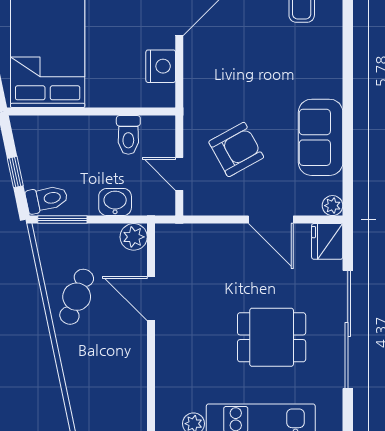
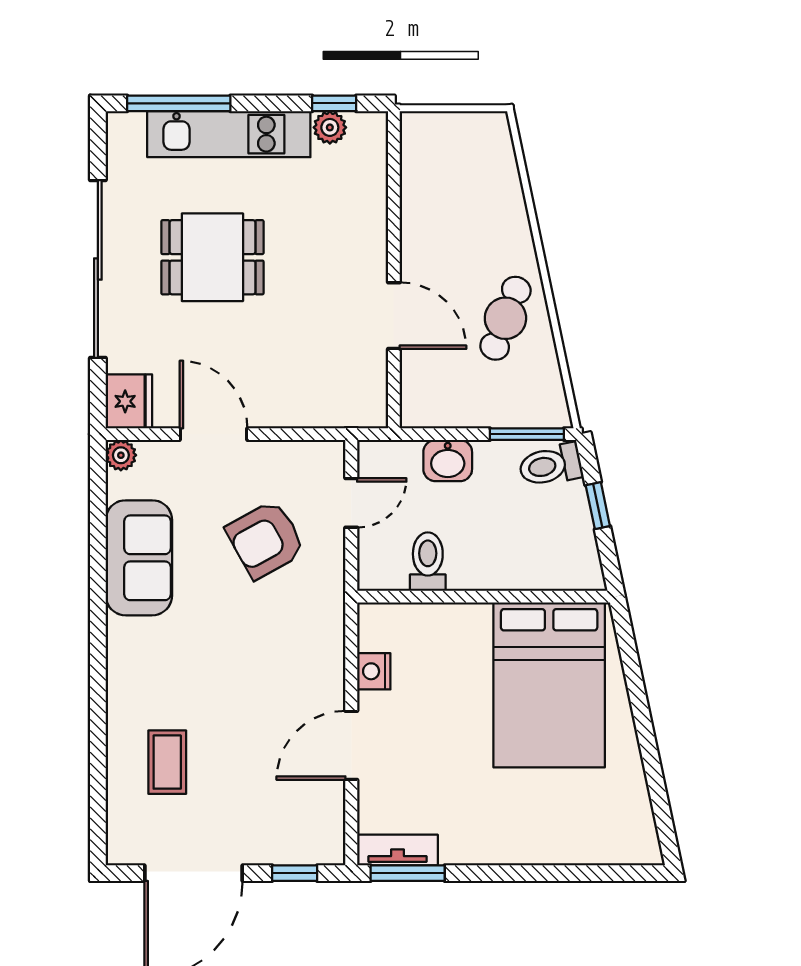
nightstand: (161, 66) -> (374, 671), width x0.74, depth x0.75
door: (179, 174) -> (351, 503), hinge flipped
plant: (134, 237) -> (420, 408), removed

